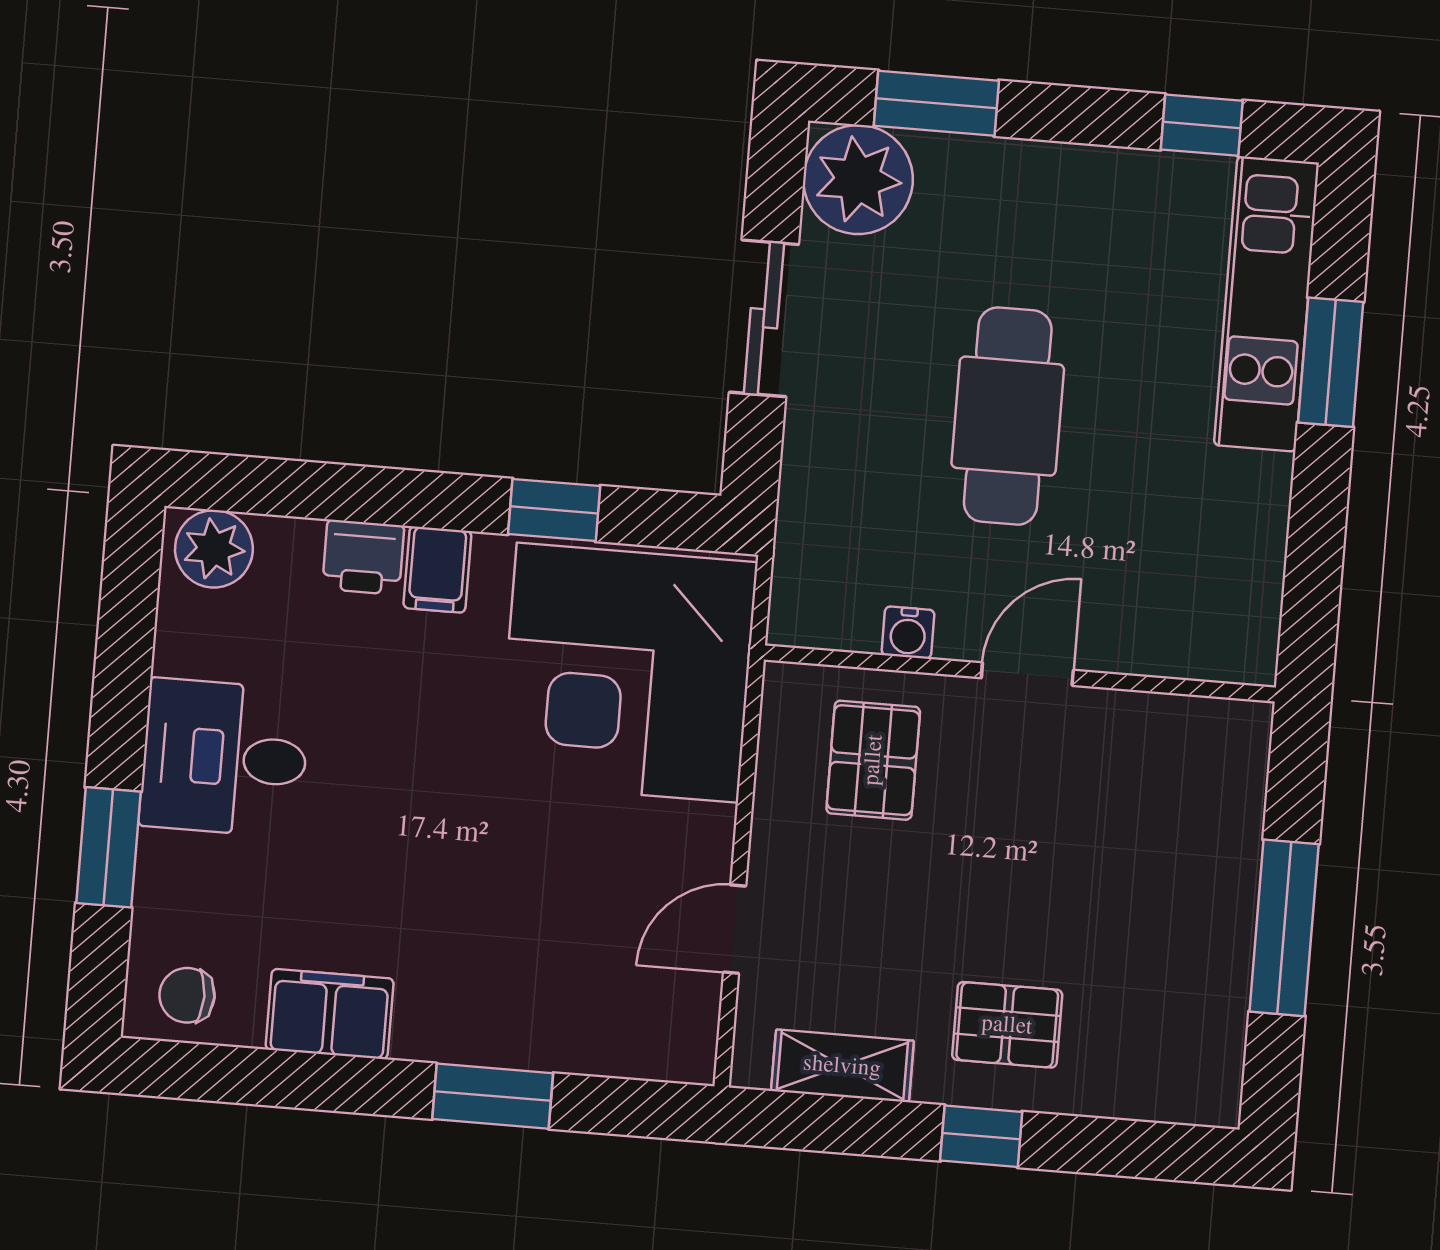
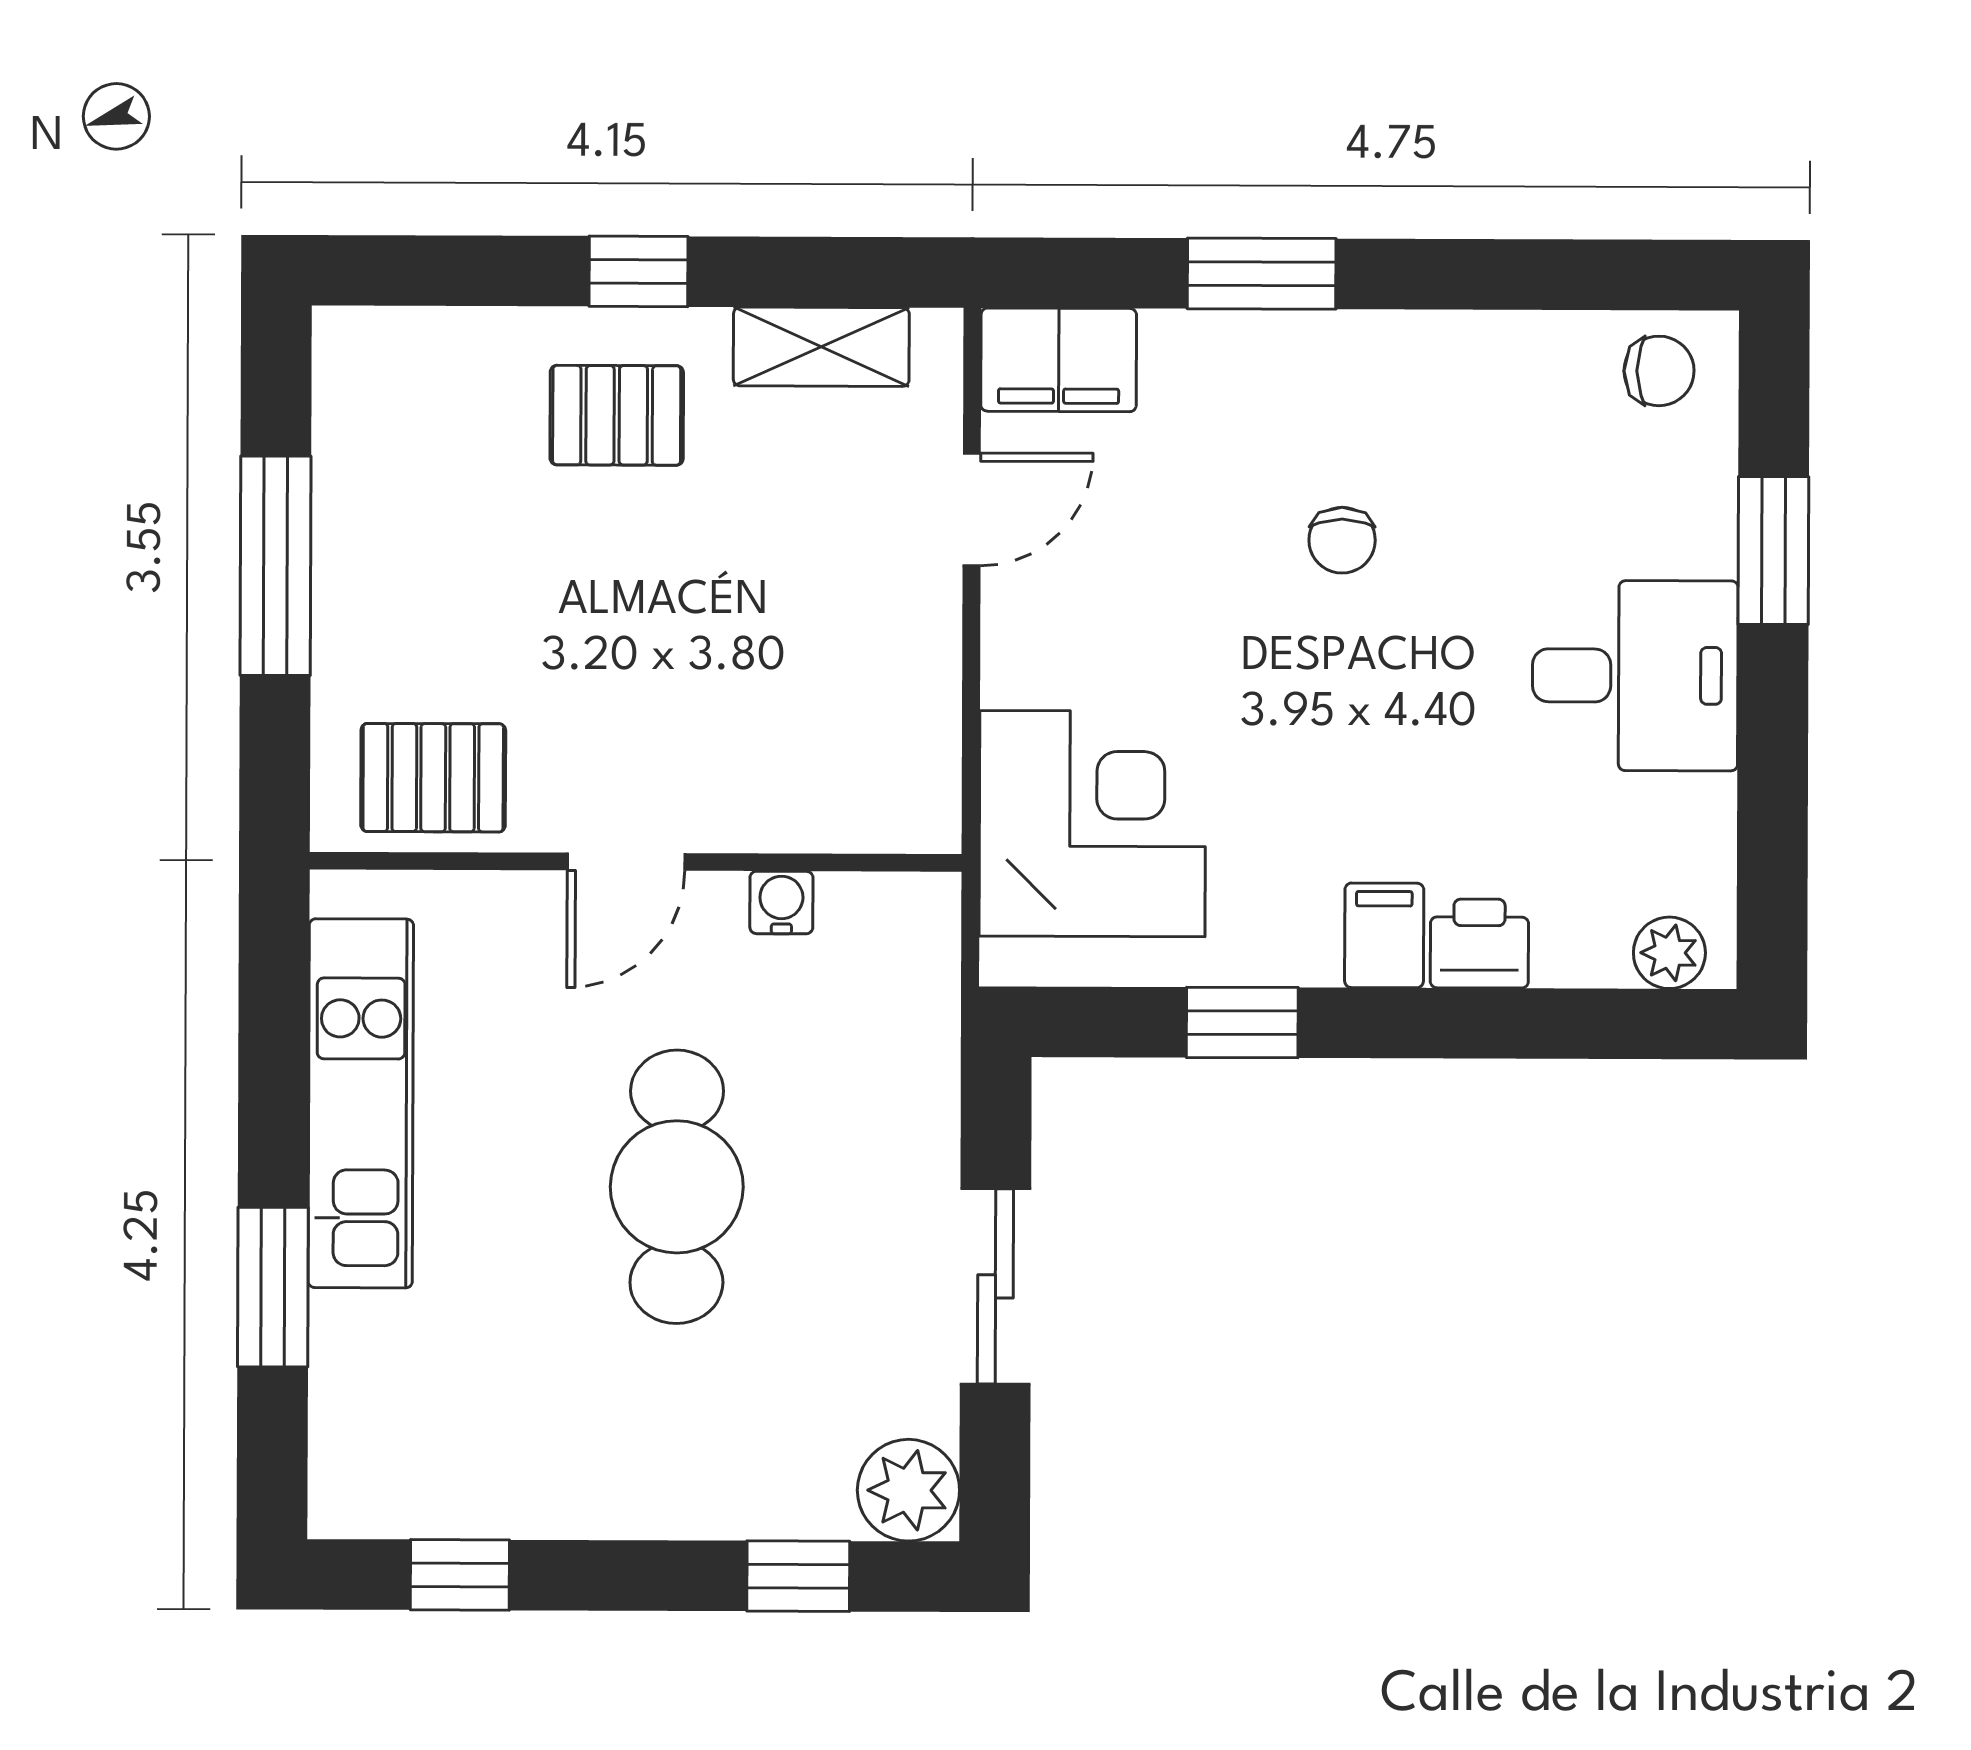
window: (936, 103) -> (798, 1576), width x0.67
plant: (858, 180) -> (908, 1490), width x0.73, depth x0.73
kitchen unit: (1267, 304) -> (361, 1103), moved
plant: (214, 549) -> (1669, 953), width x0.73, depth x0.73
corner desk: (627, 673) -> (1092, 824), width x0.74, depth x0.74
pallet: (873, 760) -> (433, 778), moved, turned 90
chair: (446, 882) -> (1342, 540), added
filing cabinet: (330, 1014) -> (1059, 360), moved

